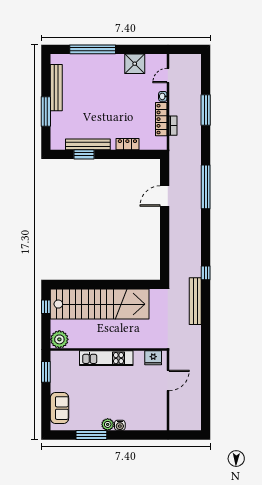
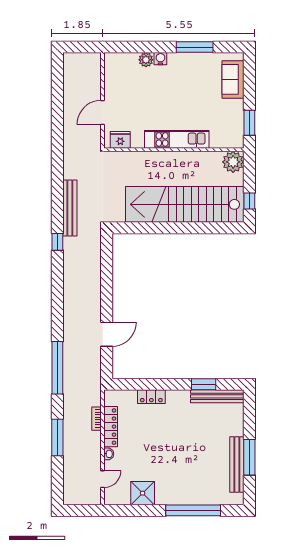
window: (46, 111) -> (249, 457), moved
bench: (88, 144) -> (217, 396), moved
window: (206, 187) -> (57, 368), moved
plant: (108, 424) -> (146, 60), moved

